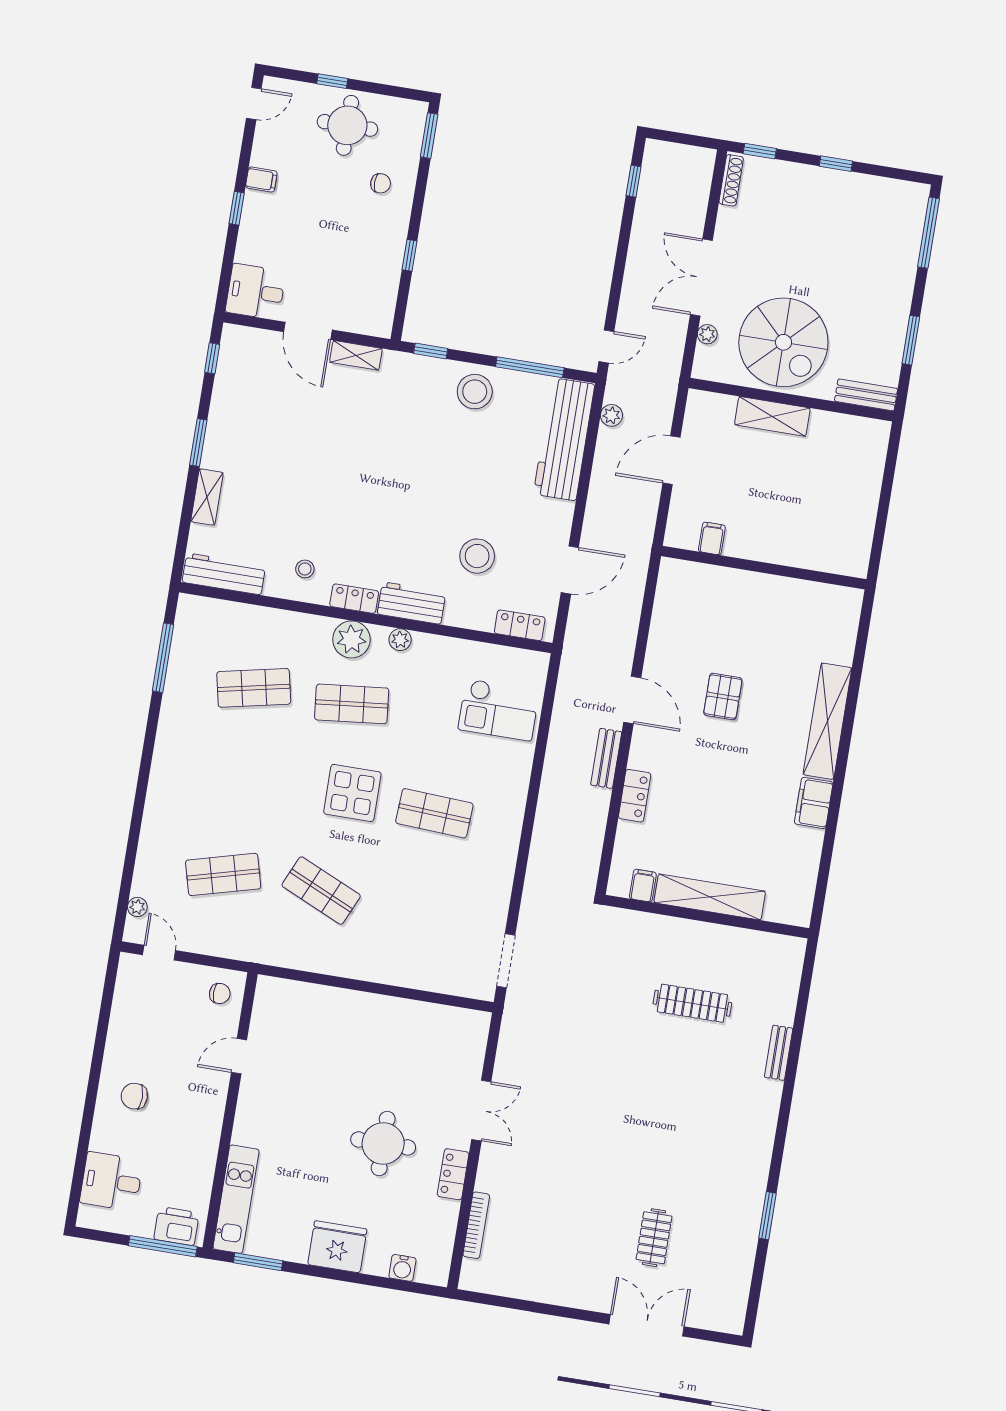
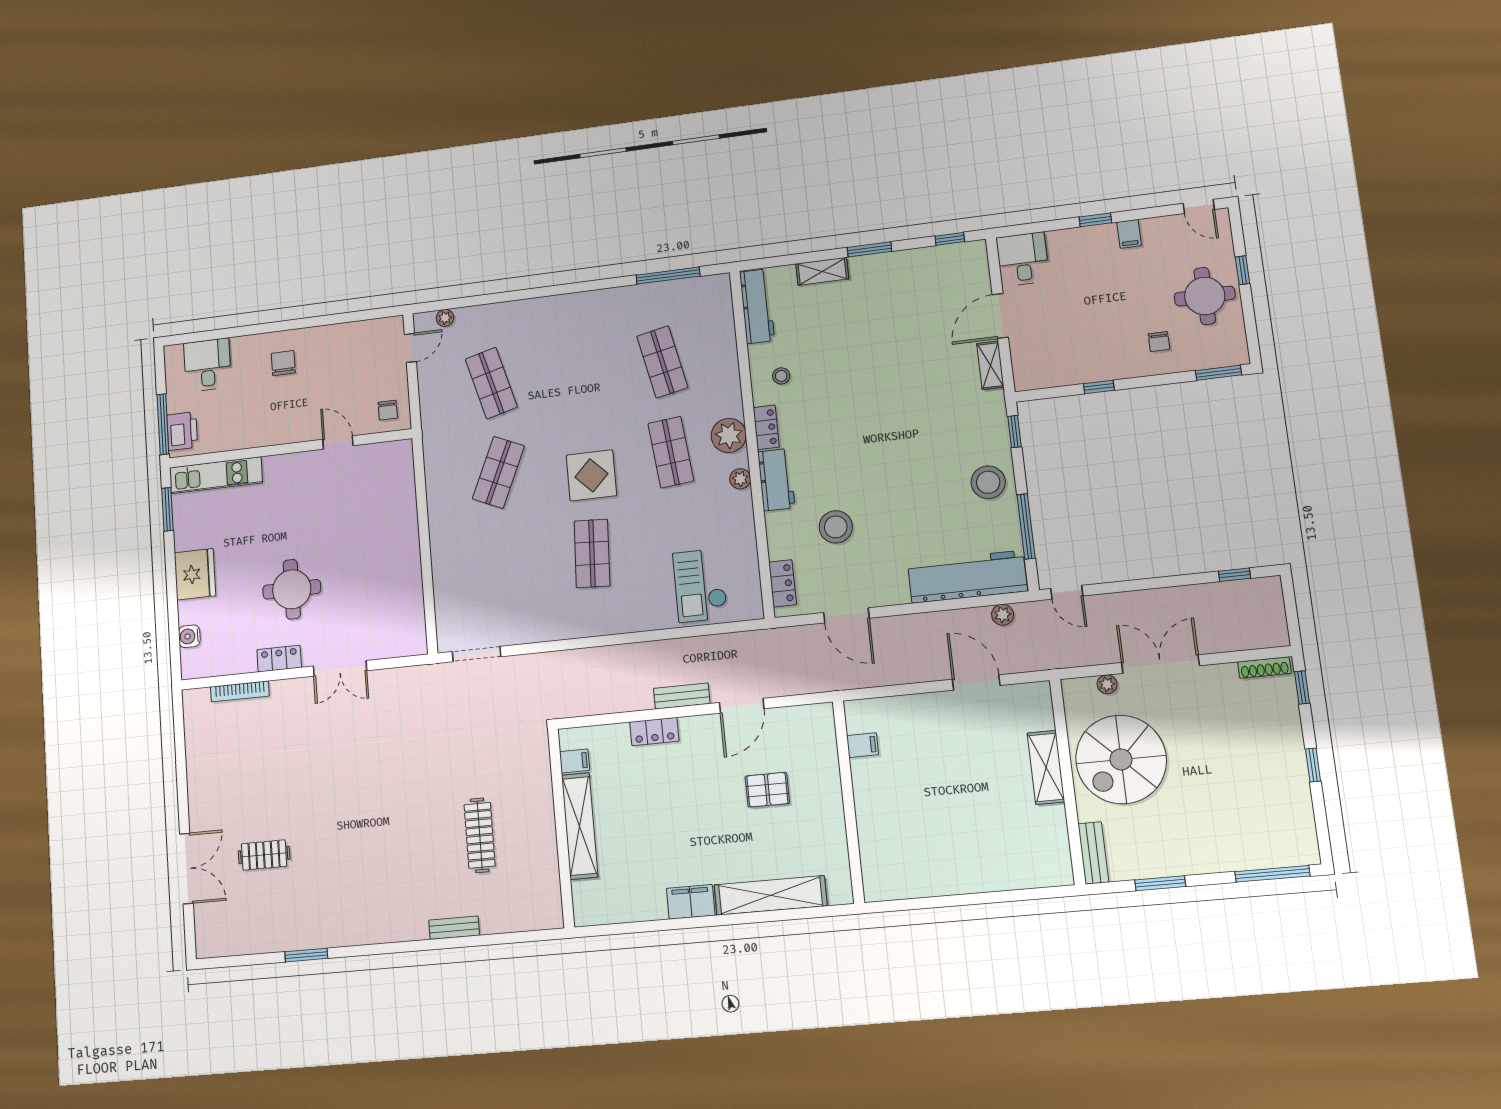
filing cabinet: (712, 538) -> (863, 745), moved
wall: (764, 568) -> (849, 801), moved

